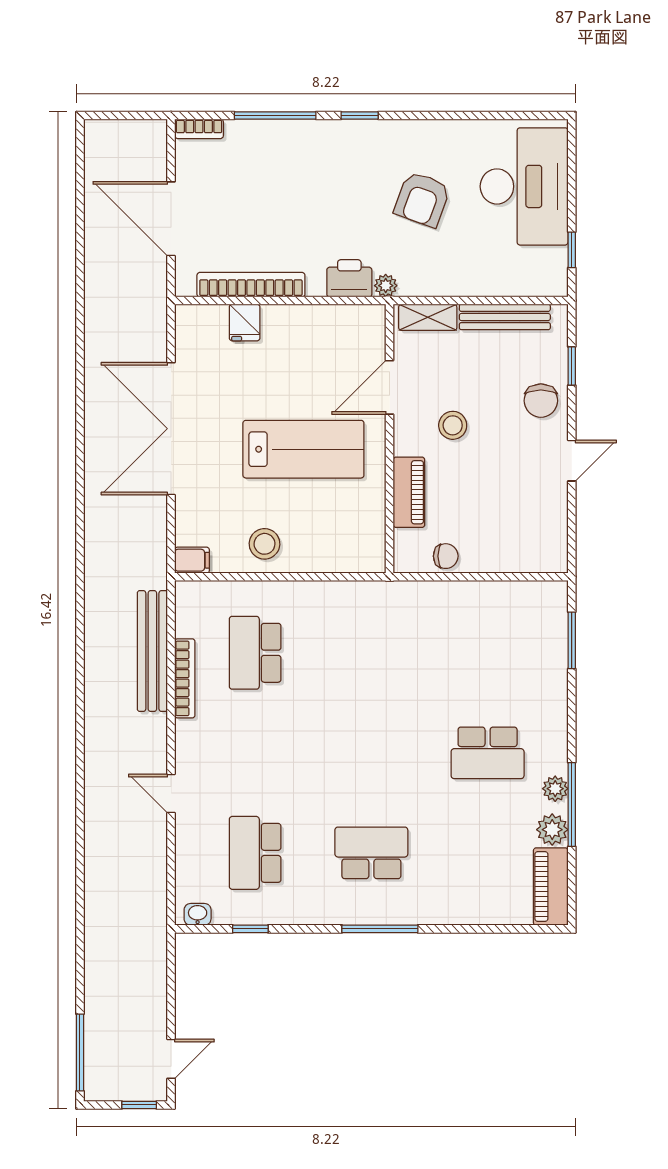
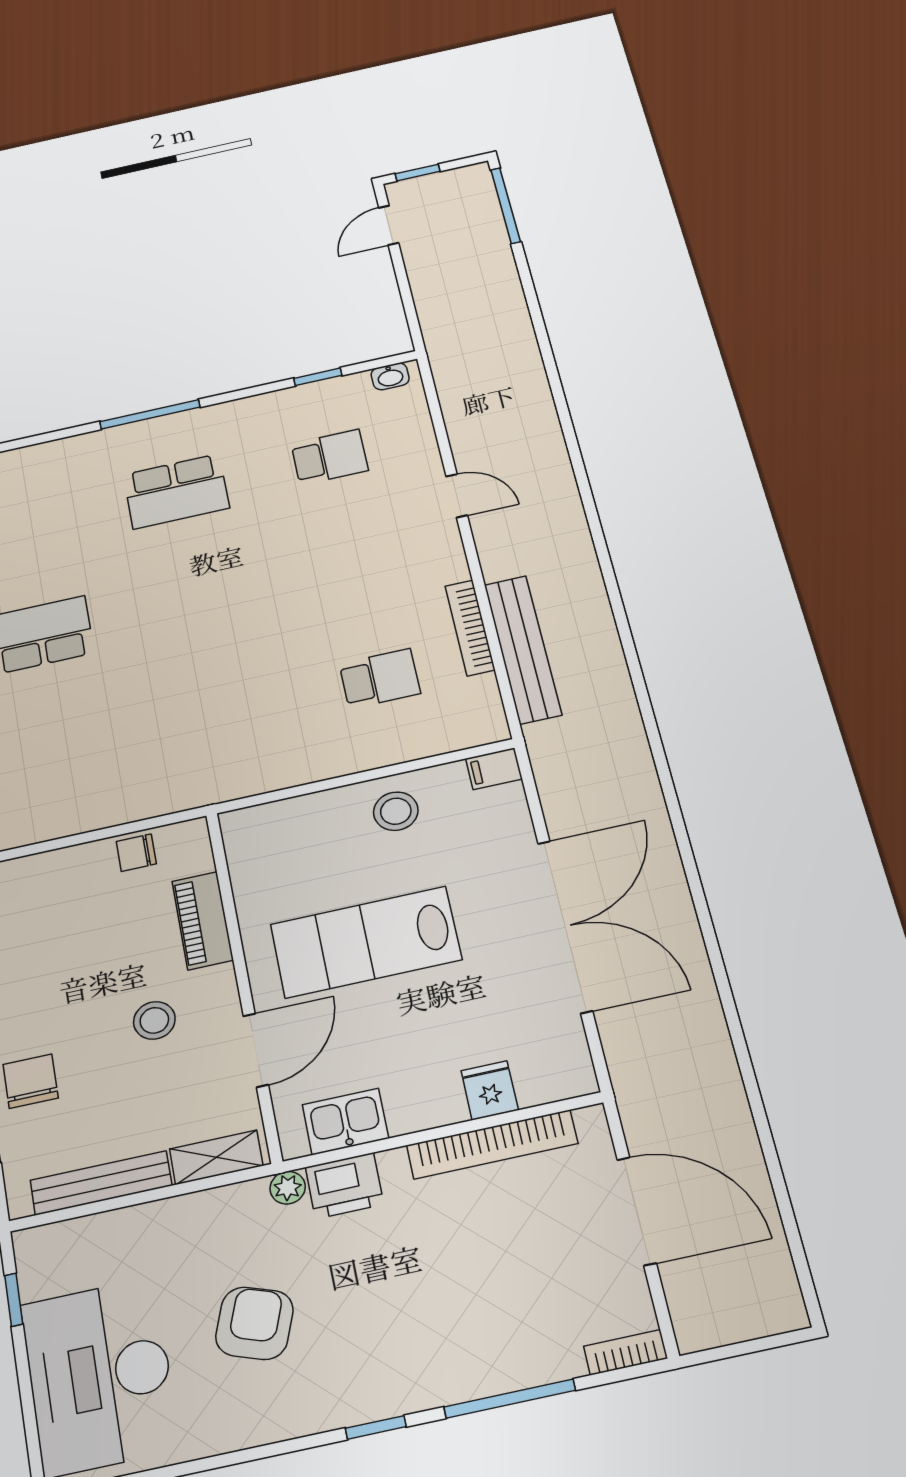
kitchen sink: (341, 323) -> (345, 1122), added
school desk: (255, 653) -> (380, 679), width x0.54
school desk: (255, 853) -> (330, 457), width x0.54

